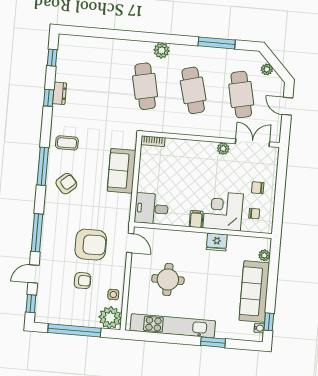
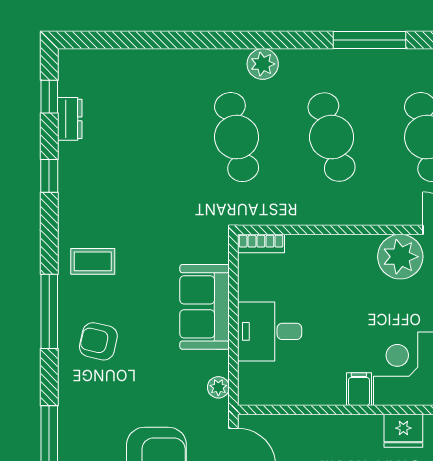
dresser: (60, 93) -> (70, 119), moved
plant: (223, 149) -> (400, 257), width x1.87, depth x1.87
armchair: (66, 184) -> (98, 341), turned -126
desk: (151, 209) -> (270, 331), moved
plant: (125, 212) -> (218, 387), added

